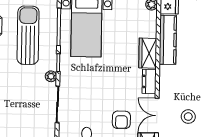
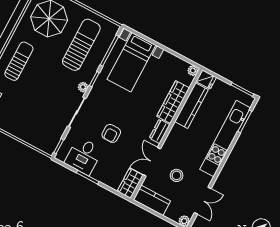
wardrobe: (148, 53) -> (173, 102), width x1.50
armchair: (121, 120) -> (111, 133), moved

